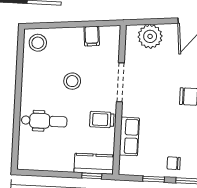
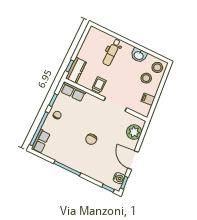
washbasin: (31, 78) -> (139, 55), added
stool: (72, 81) -> (146, 78), moved
row of seats: (129, 136) -> (73, 92), moved

